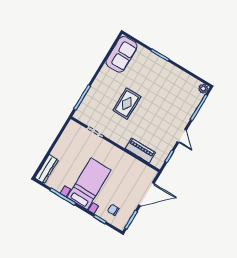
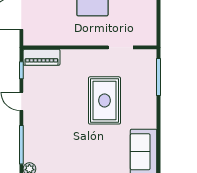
rug: (127, 104) -> (104, 100), width x1.36, depth x1.43
piano: (140, 151) -> (42, 57), moved

